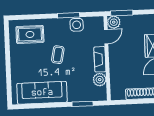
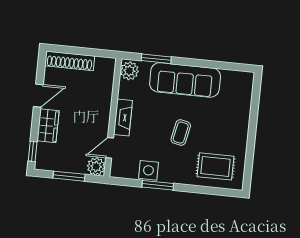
window: (122, 13) -> (69, 176), moved
plant: (100, 80) -> (129, 71), moved
sofa: (42, 93) -> (185, 80), moved

